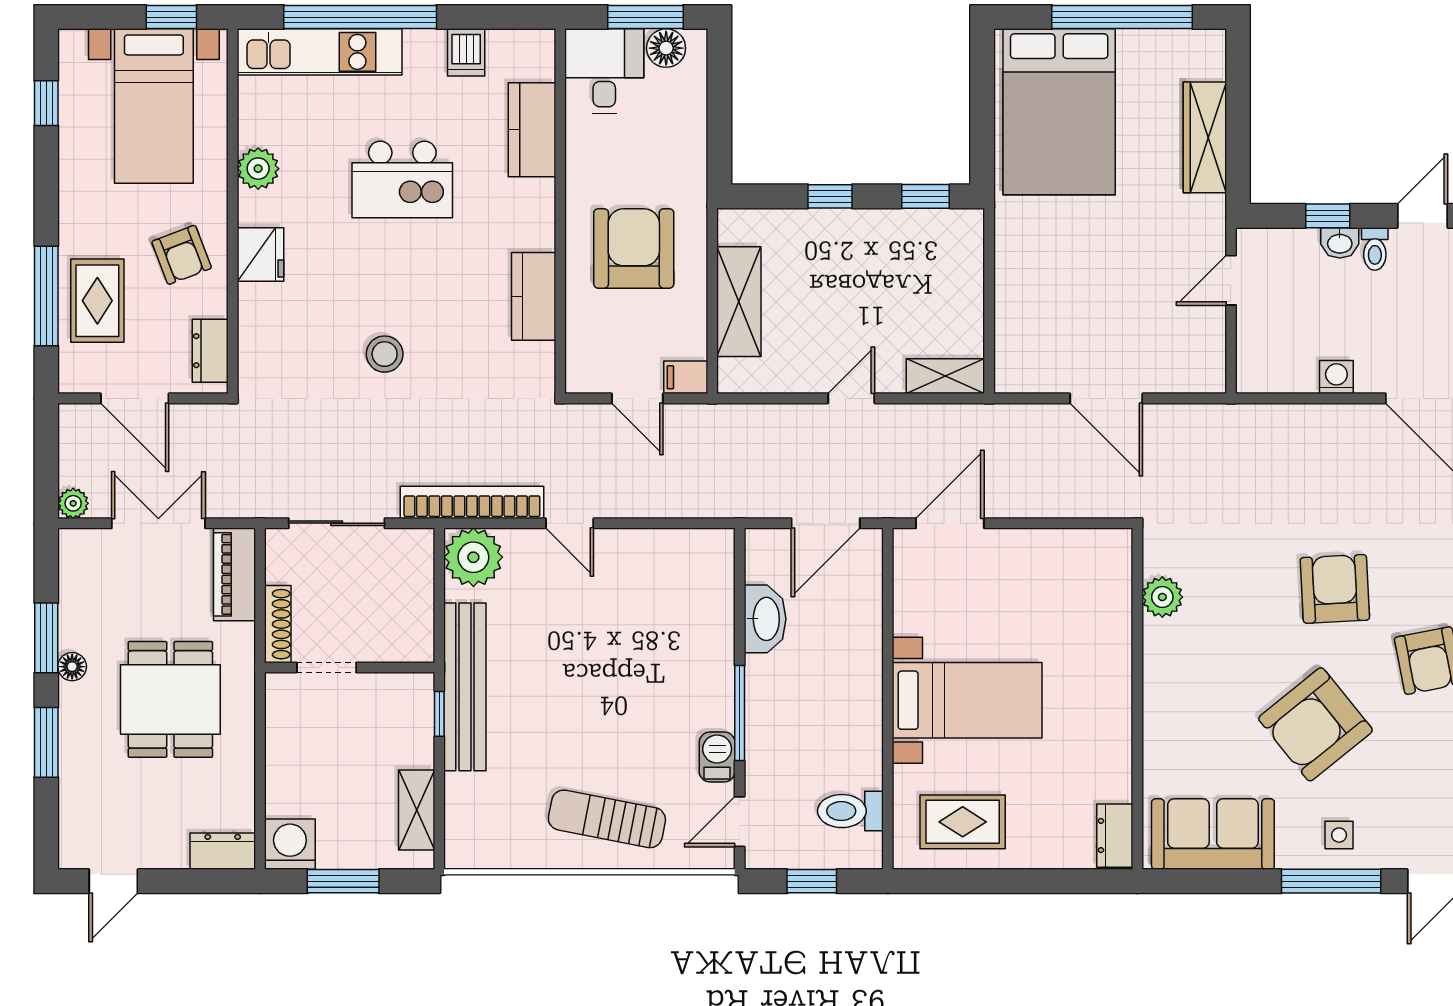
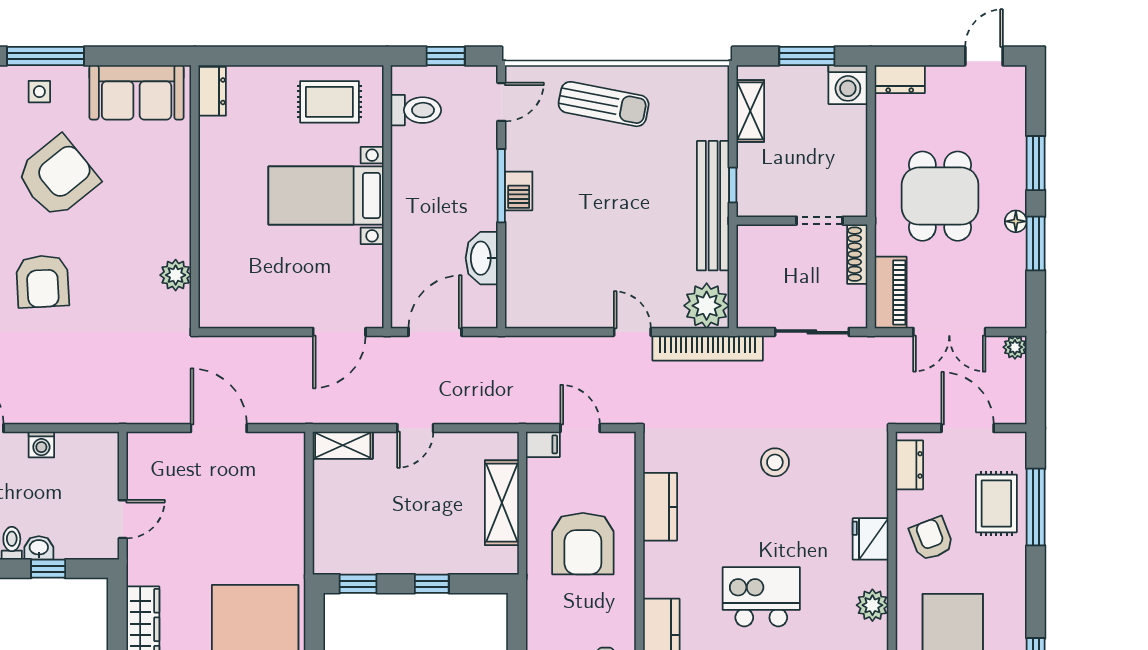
barbecue: (717, 757) -> (519, 191), moved

